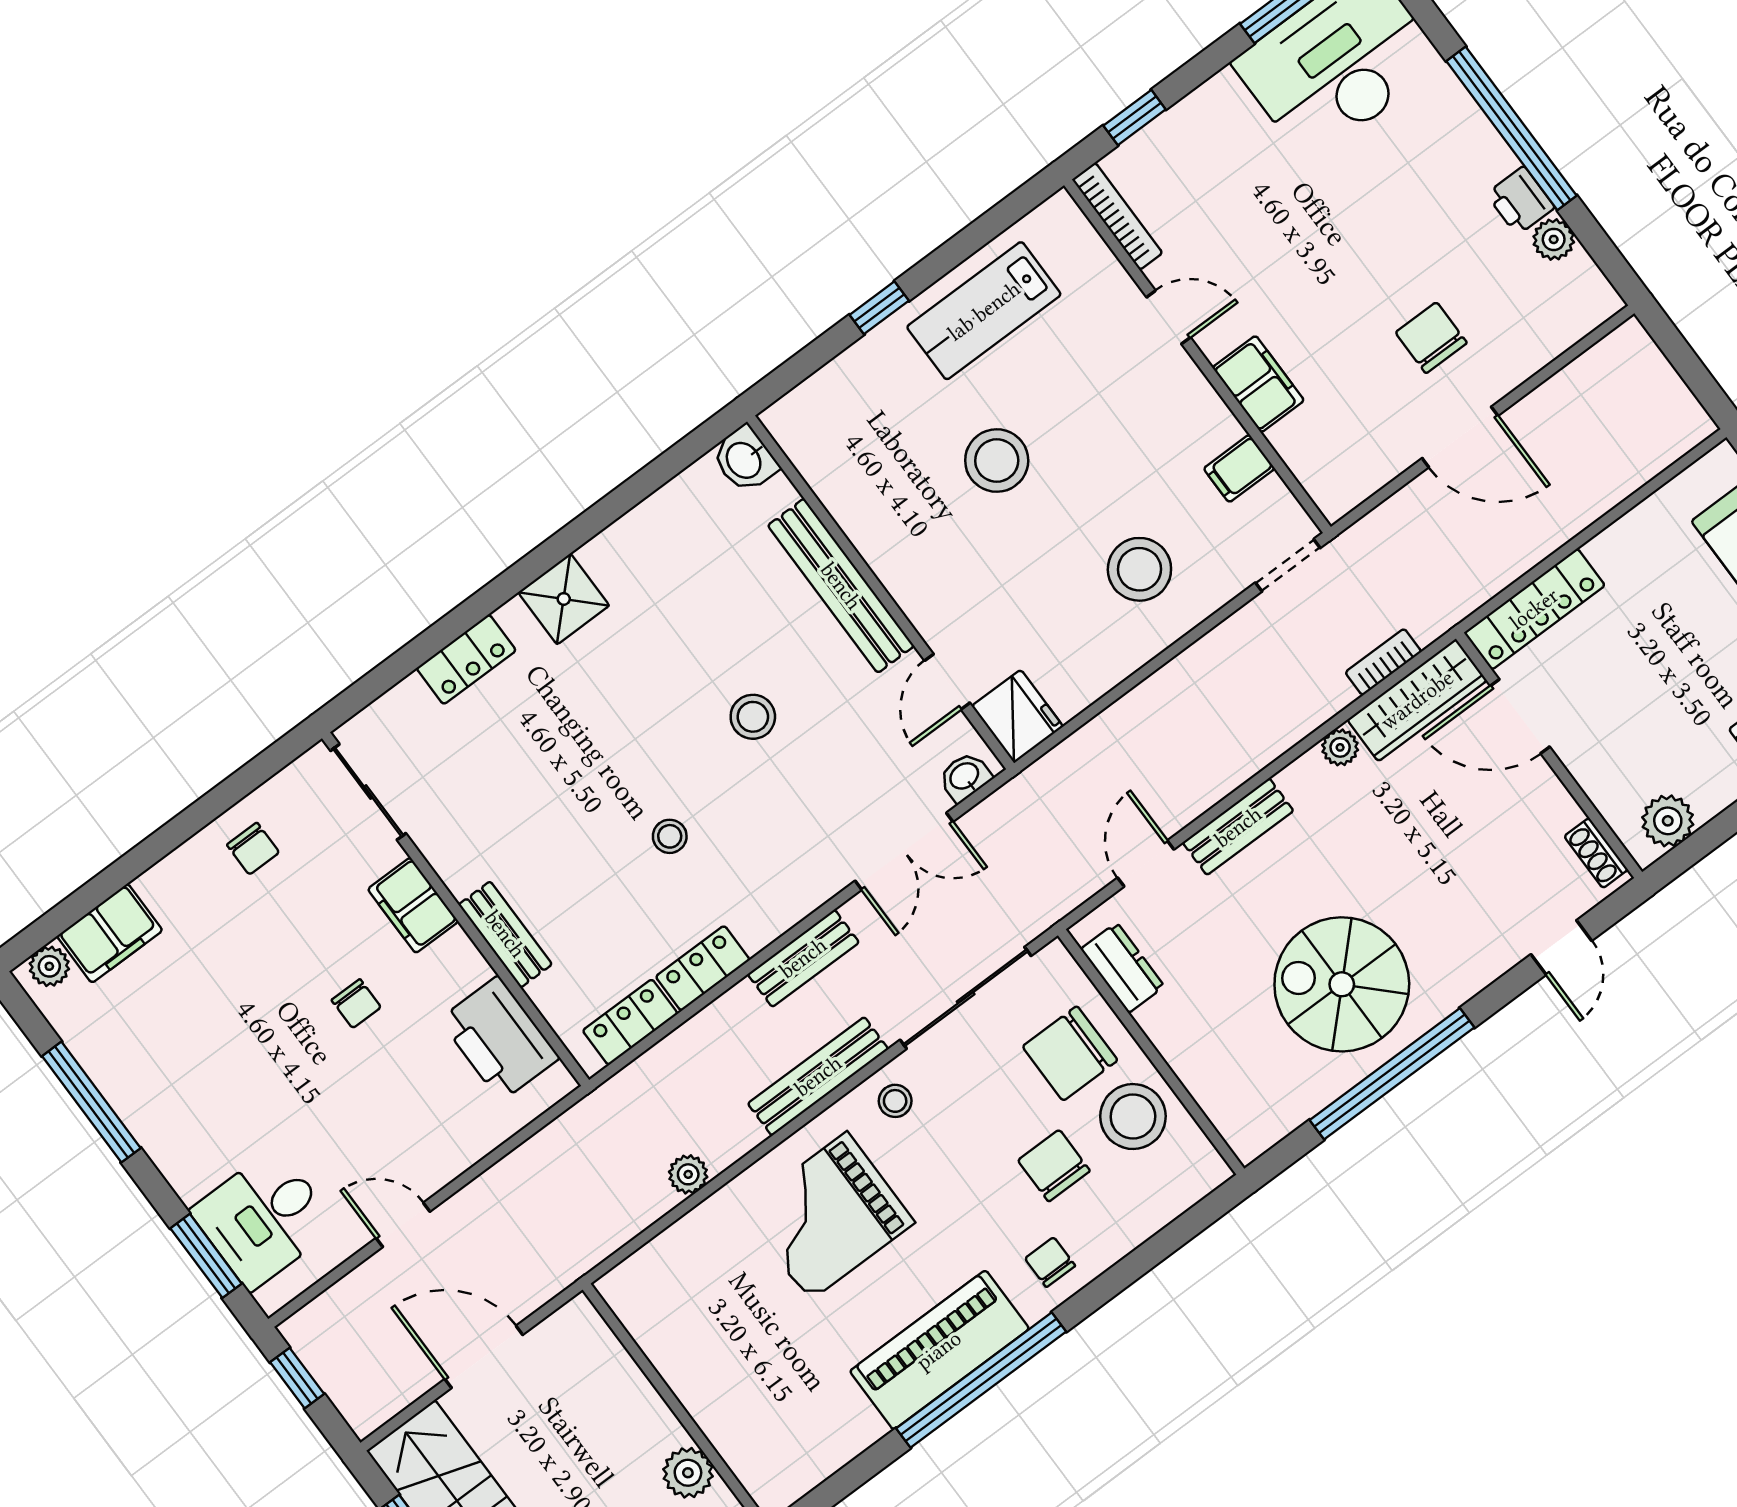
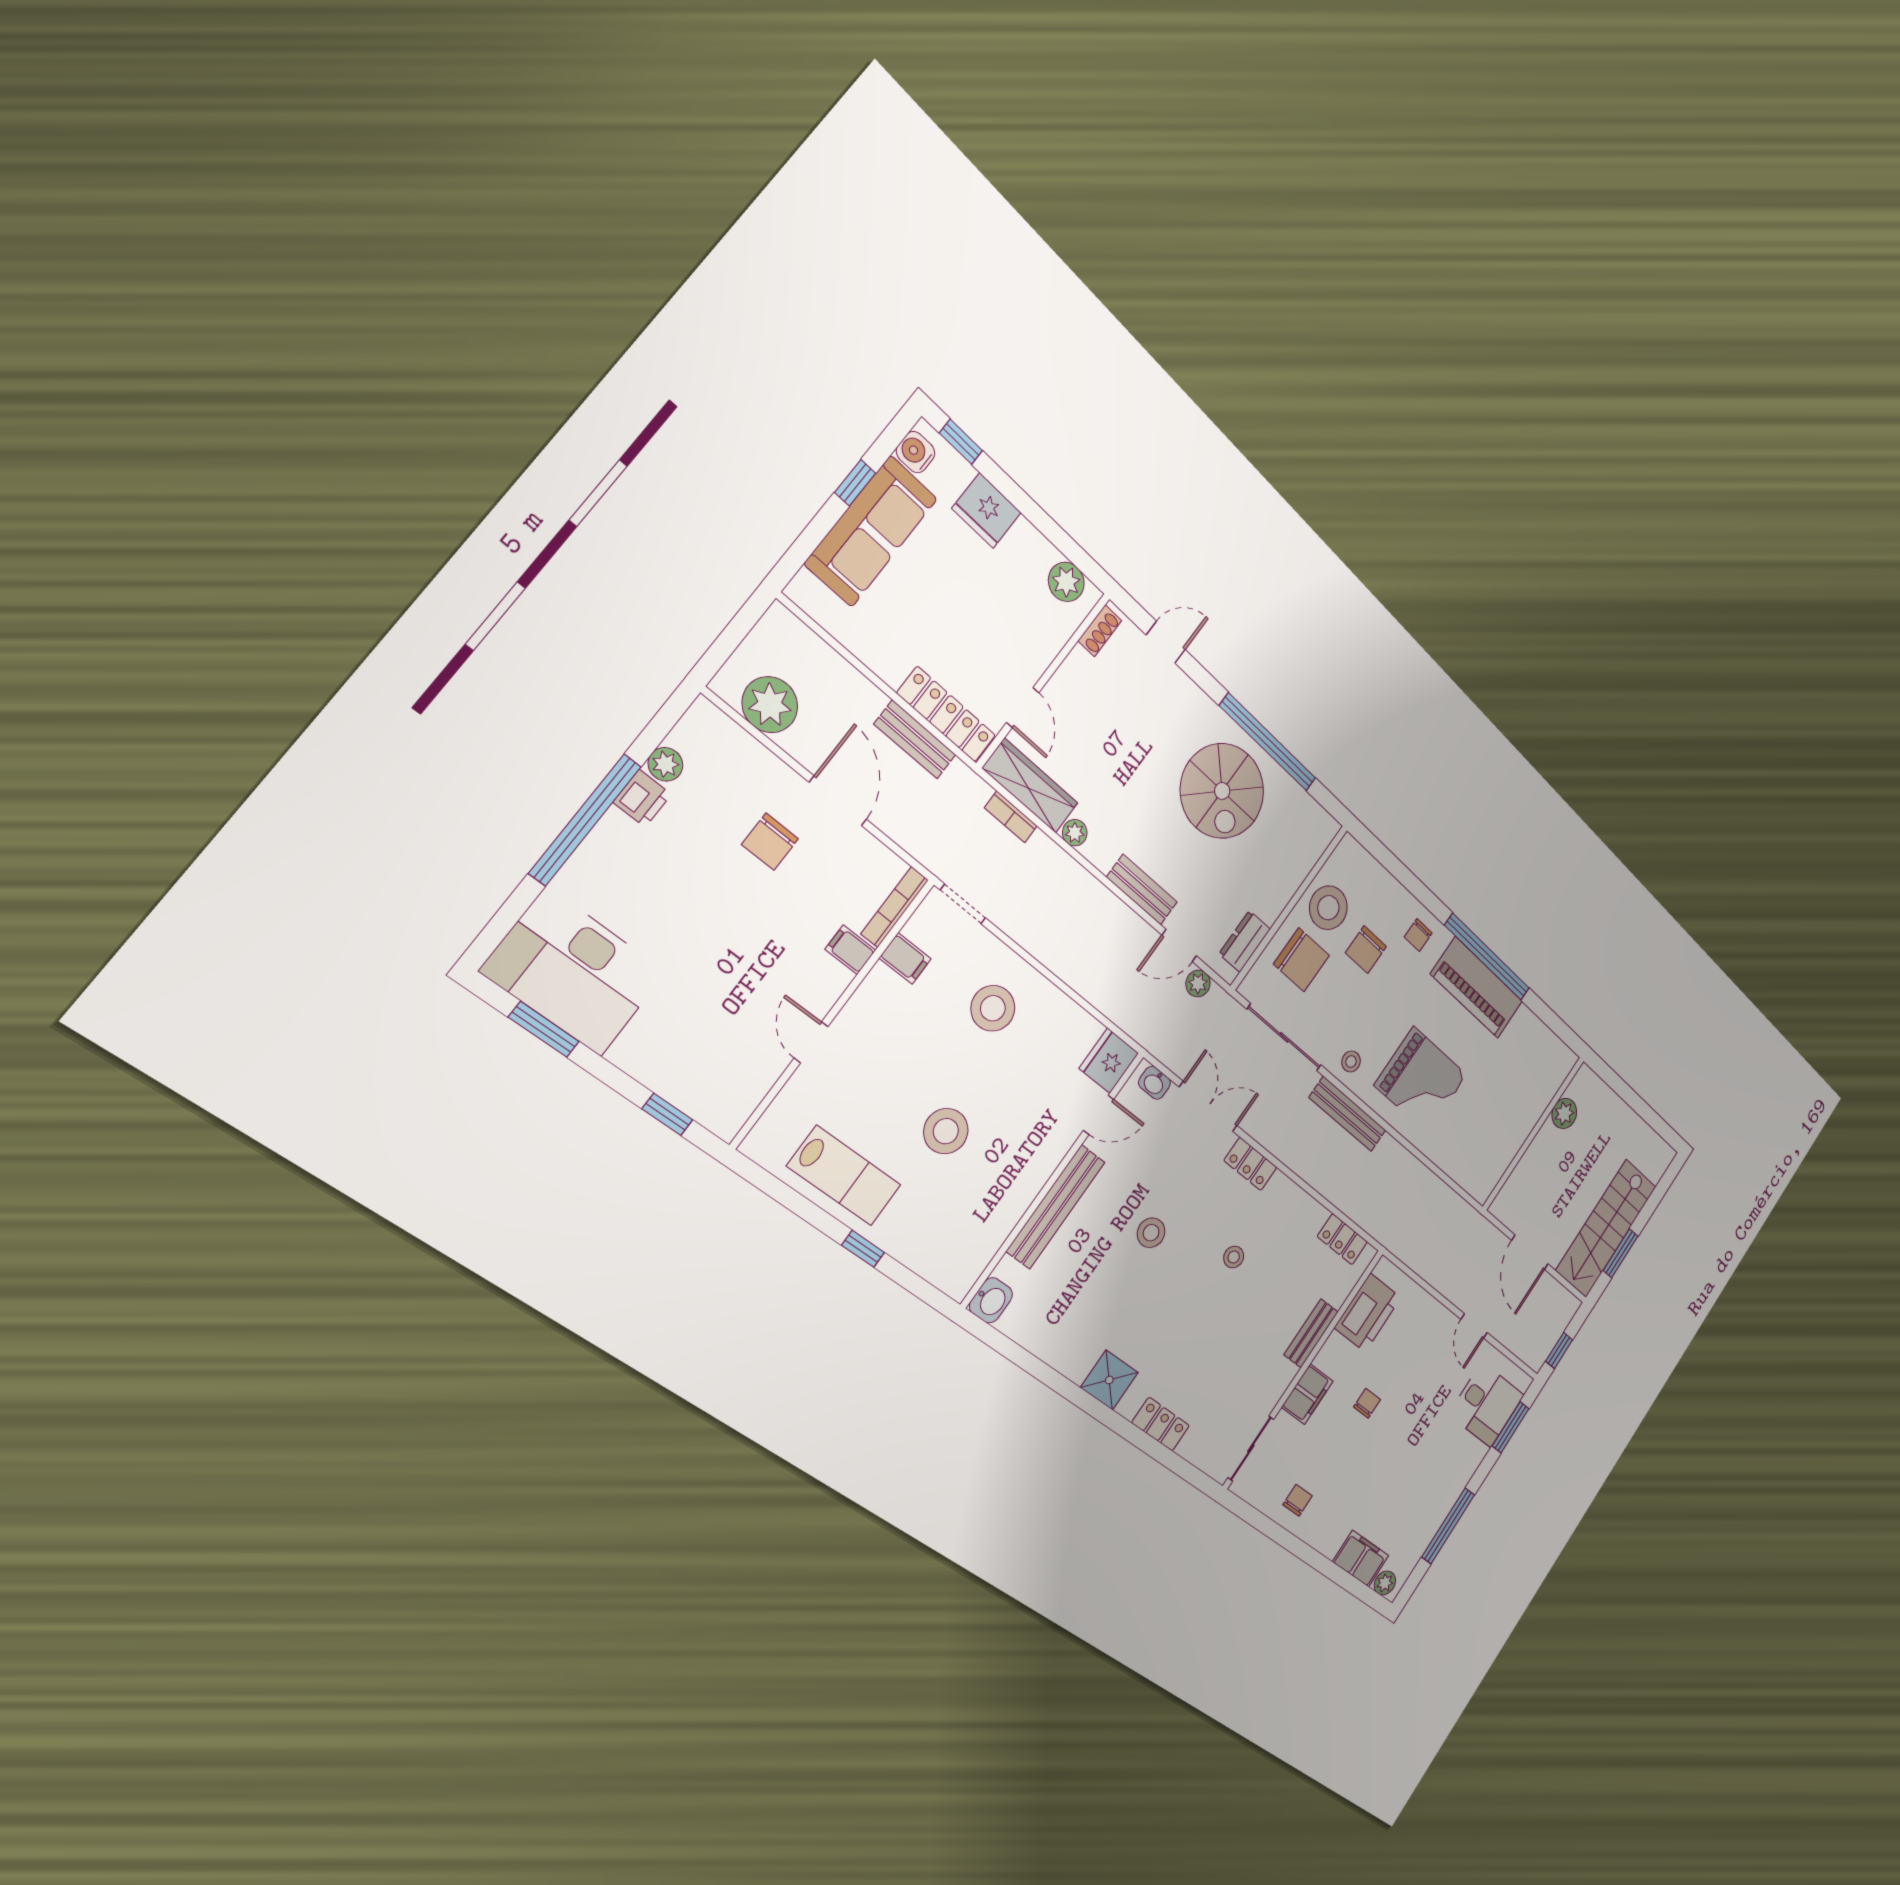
bookcase: (1117, 216) -> (895, 907), moved
filing cabinet: (1258, 384) -> (850, 950), width x0.50
plant: (1596, 385) -> (770, 705), added
door: (1520, 716) -> (1023, 708), width x0.73
bench: (803, 958) -> (915, 740), moved
locker: (703, 968) -> (1250, 1164), moved
plant: (688, 1174) -> (1198, 984), moved

